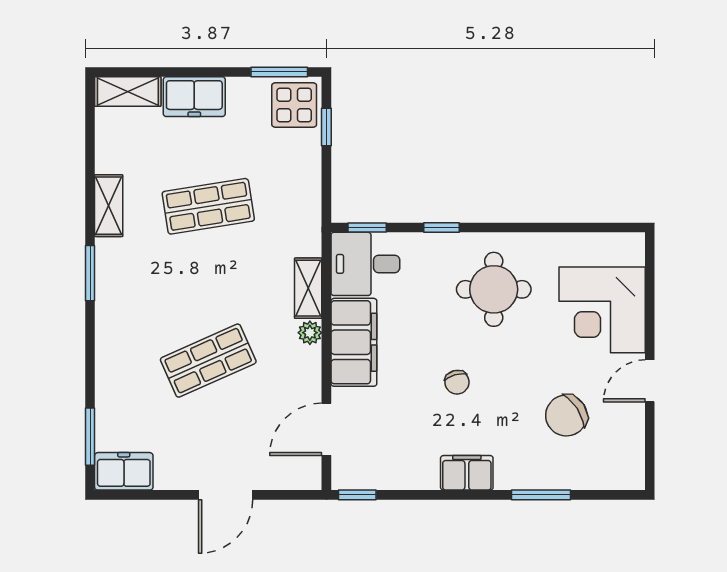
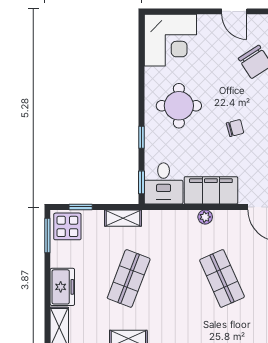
shop shelf: (208, 206) -> (129, 278), turned 30
shelving: (308, 288) -> (123, 218), moved
corner desk: (602, 310) -> (170, 40), moved

